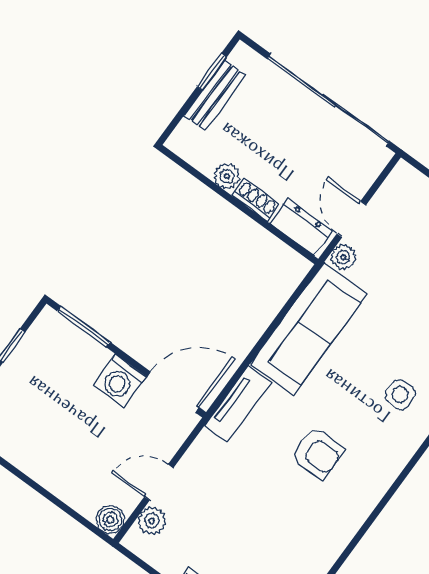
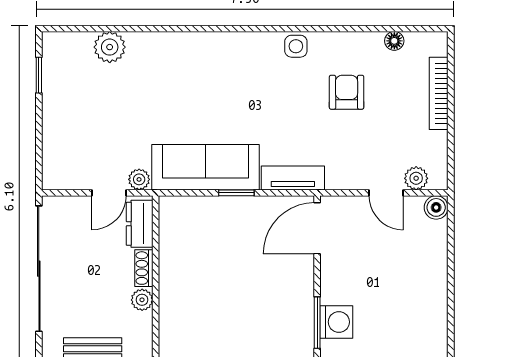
window: (263, 340) -> (236, 193), added
washing machine: (120, 381) -> (336, 322), moved
door: (173, 392) -> (317, 228), hinge flipped
side table: (400, 394) -> (296, 46), moved
armchair: (318, 453) -> (347, 92), moved

